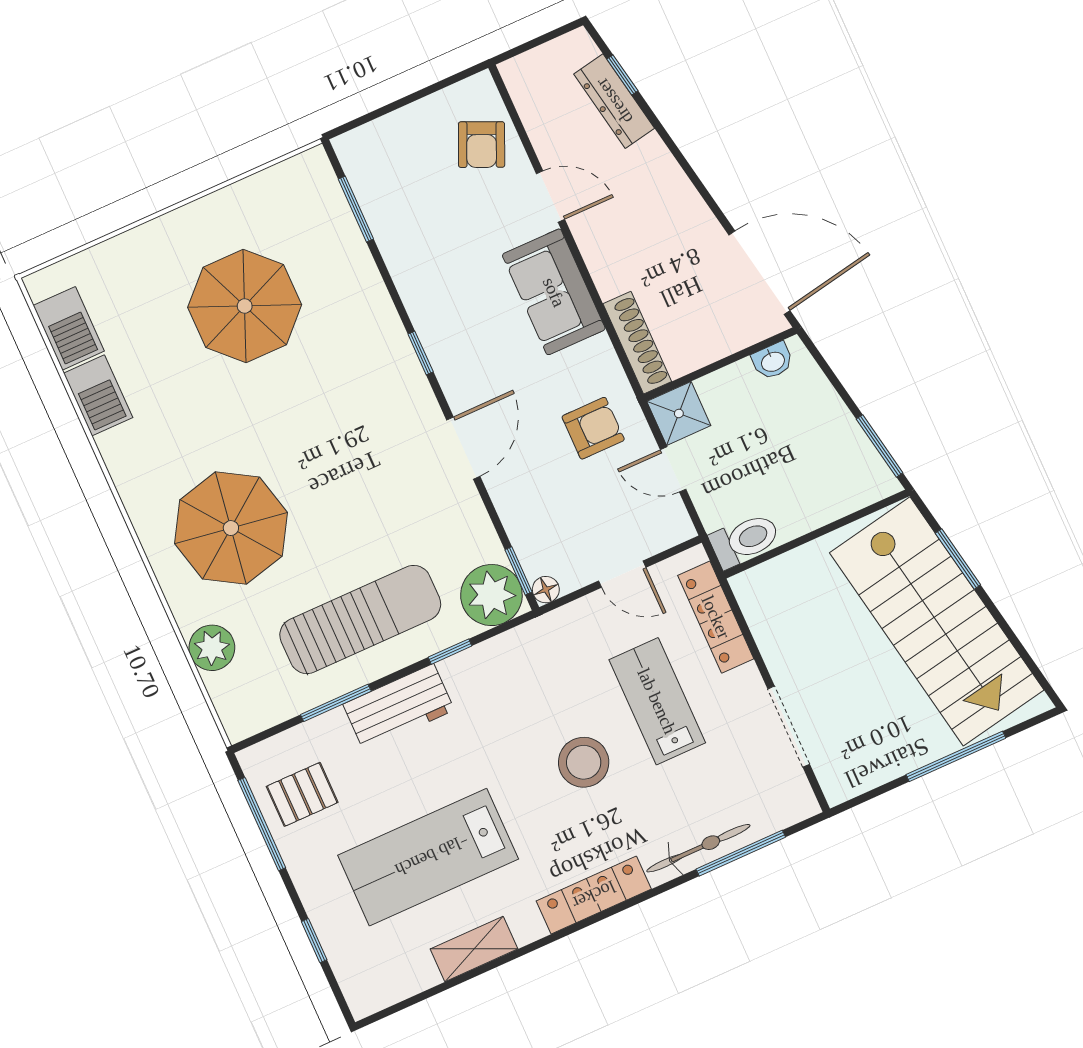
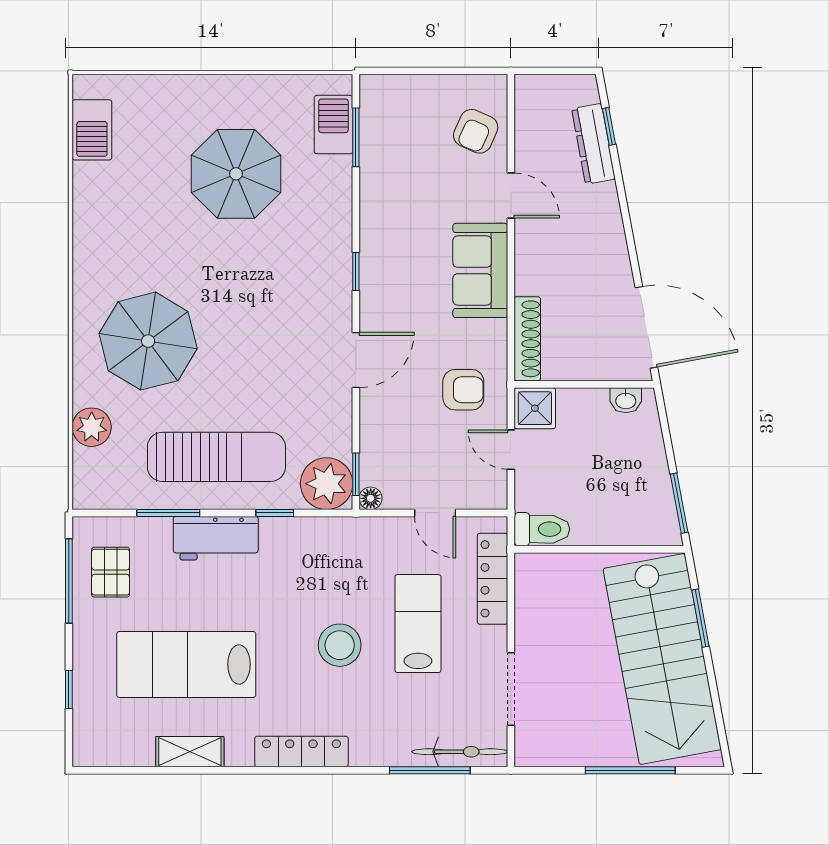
barbecue: (98, 395) -> (333, 125), moved, turned 180
pallet: (302, 794) -> (111, 572), turned 90
bicycle: (698, 848) -> (460, 752), moved

